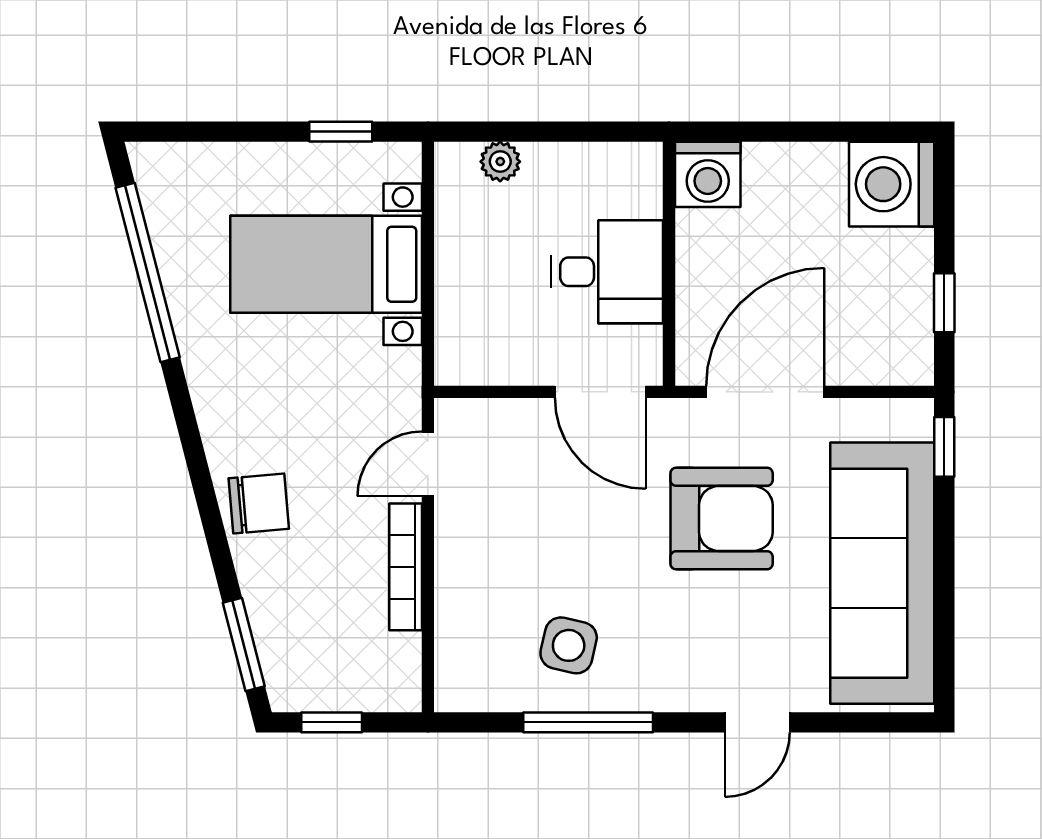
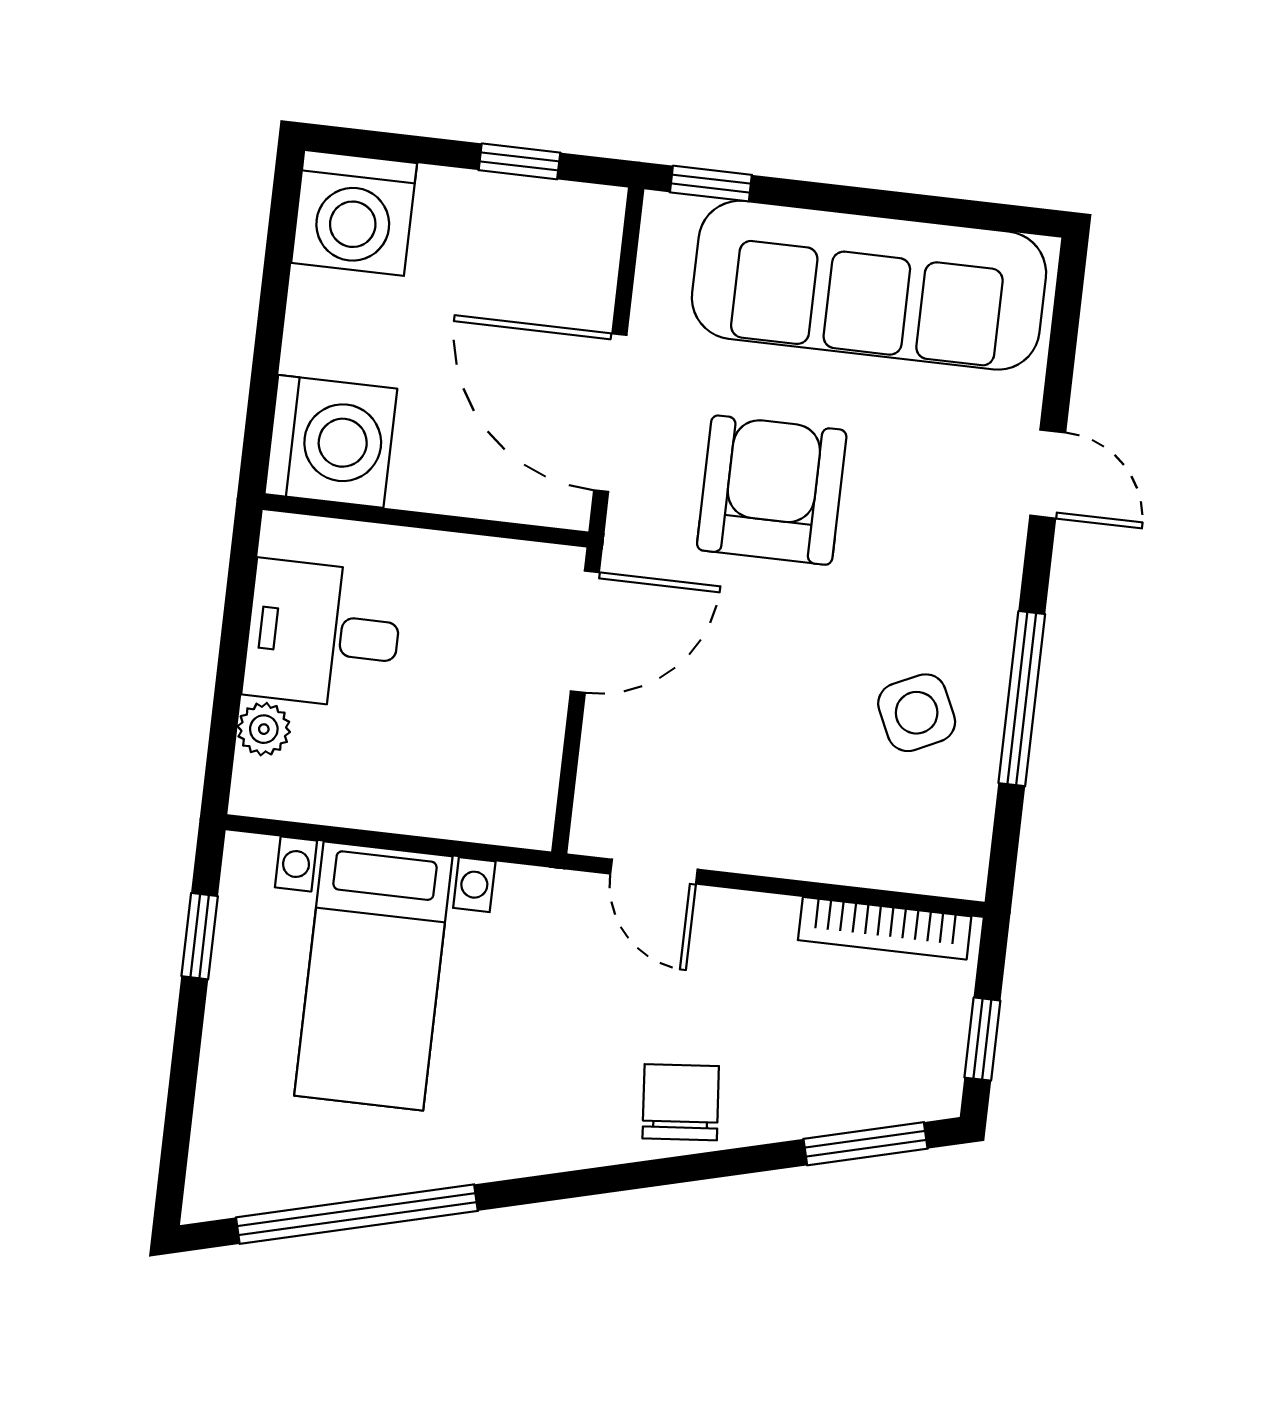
washing machine: (708, 174) -> (331, 441), width x1.37, depth x1.37
desk: (607, 272) -> (323, 634), moved, turned -90
bookcase: (406, 567) -> (885, 928), moved
side table: (569, 645) -> (917, 713), turned -38

